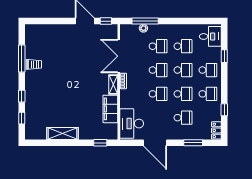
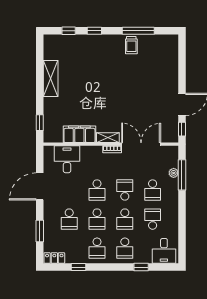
school desk: (183, 46) -> (153, 219), turned 180
school desk: (158, 70) -> (125, 190), turned 180
desk: (132, 124) -> (67, 159), width x0.73

